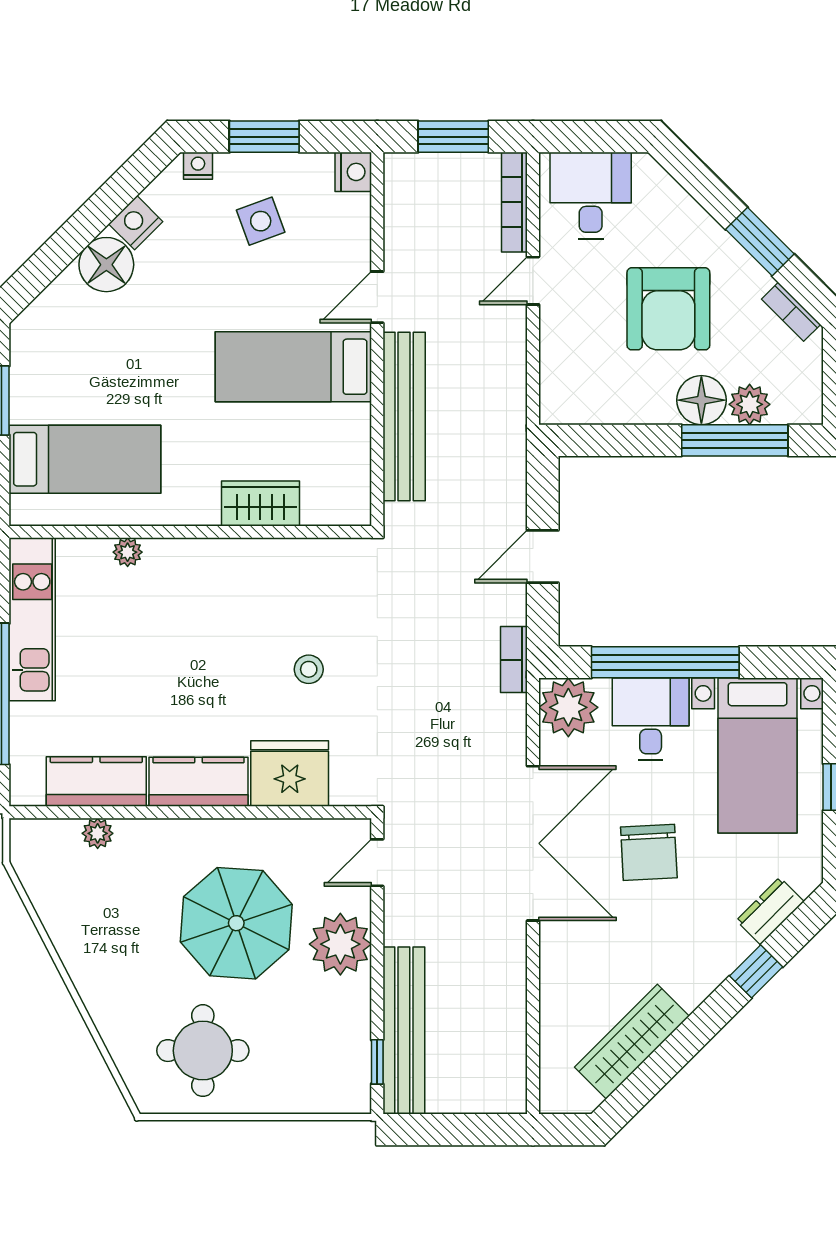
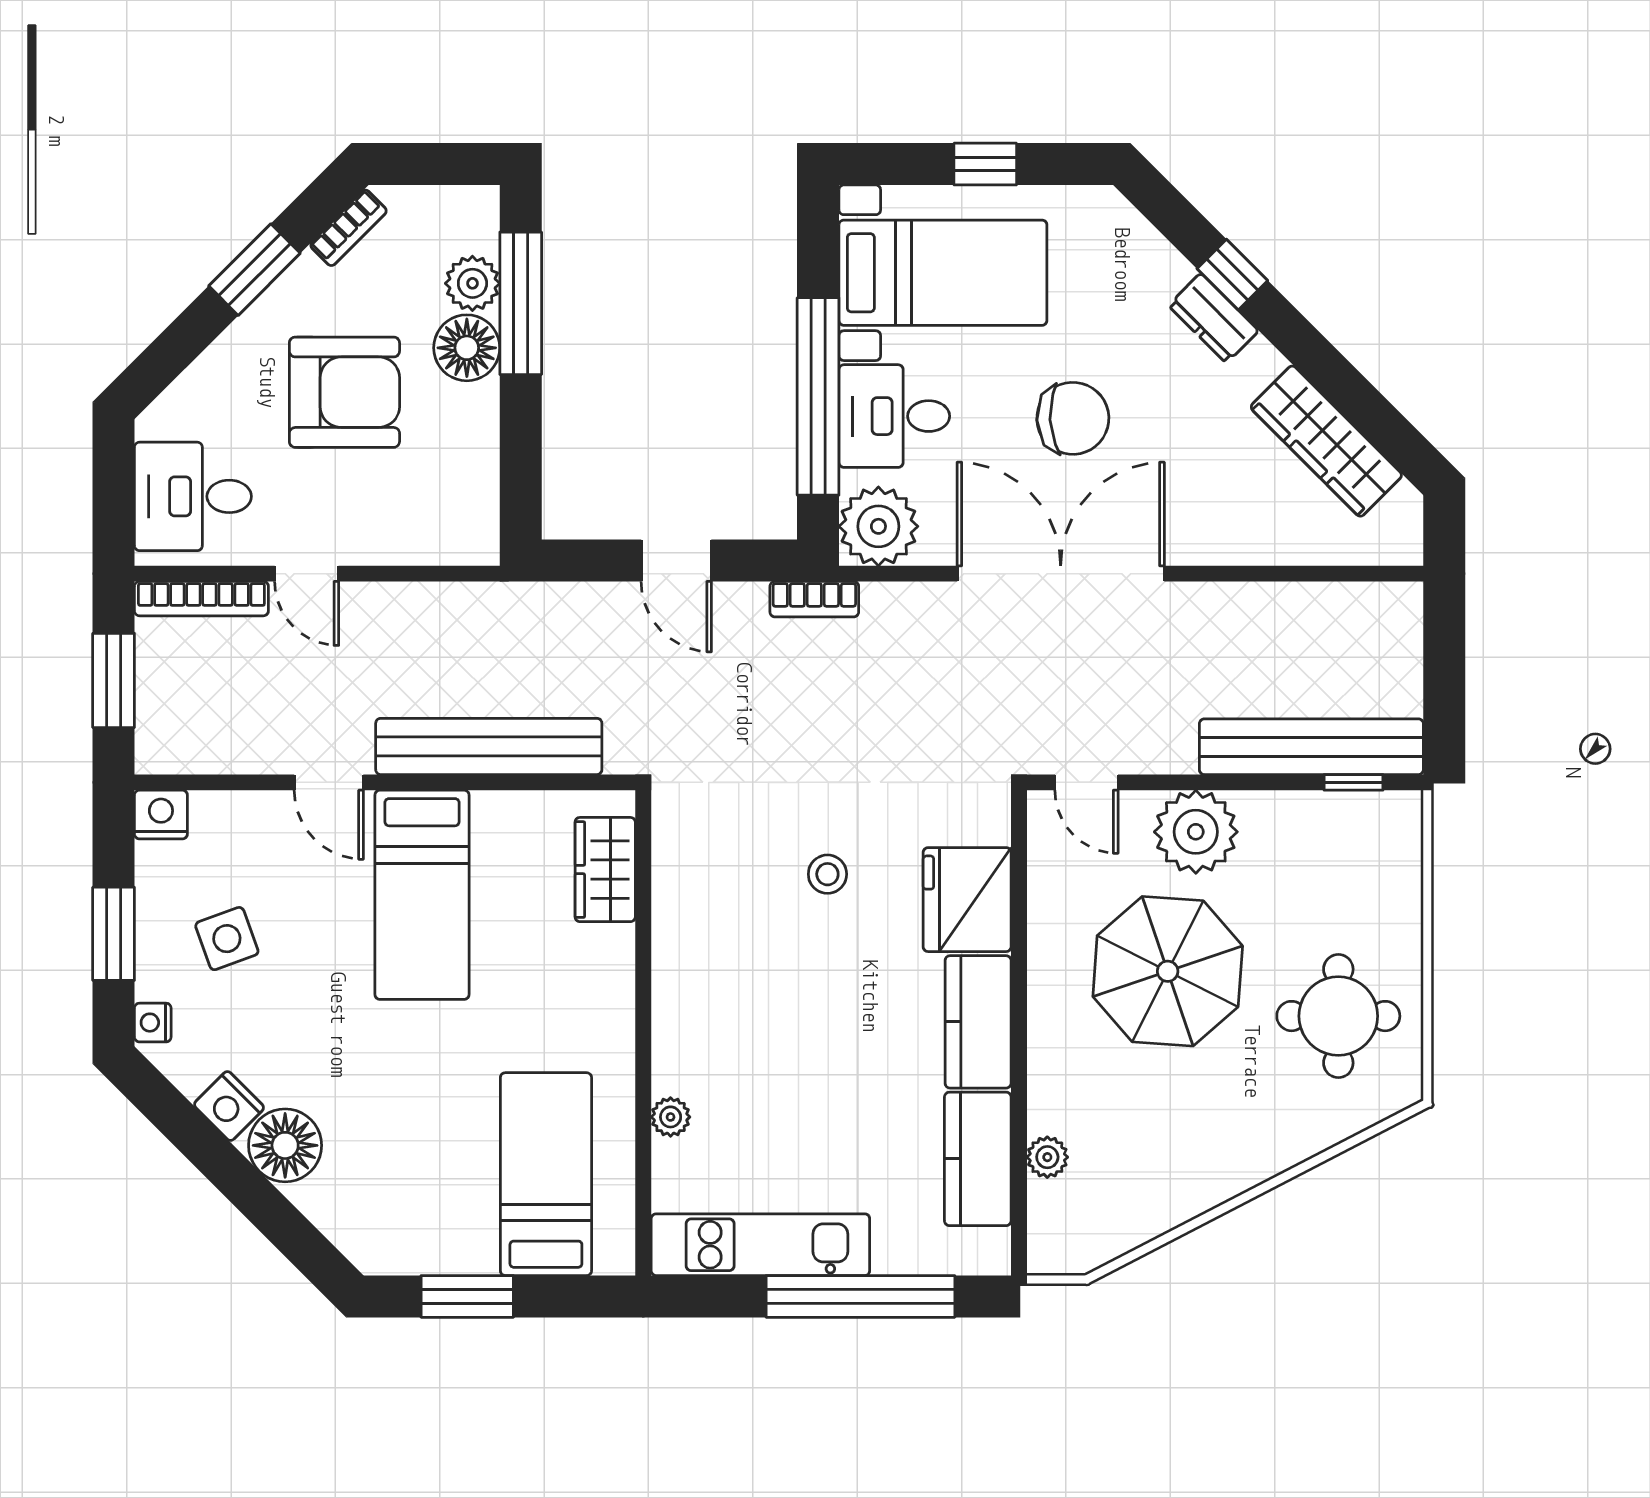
wardrobe: (260, 503) -> (605, 870), moved
dresser: (770, 911) -> (1213, 318), moved

